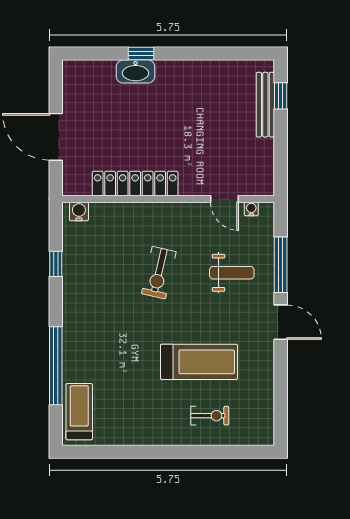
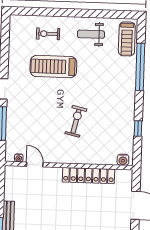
weight bench: (232, 273) -> (91, 34), moved

